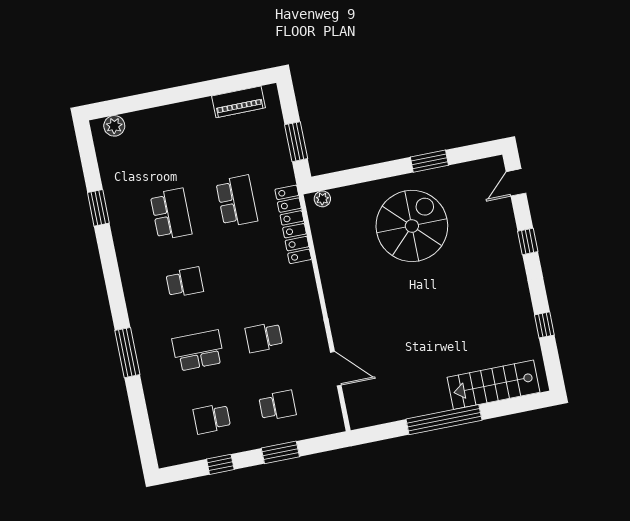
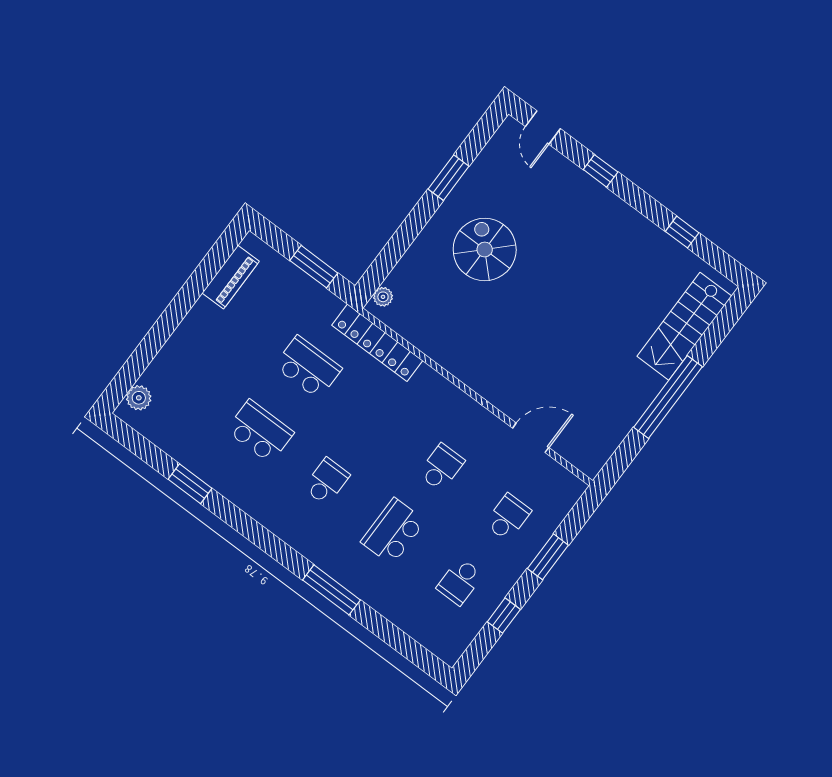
spiral stairs: (412, 226) -> (485, 250), width x0.73, depth x0.73
school desk: (264, 337) -> (441, 467), turned 180

